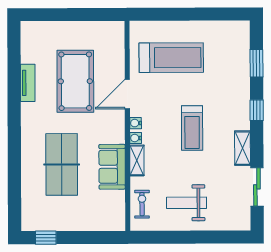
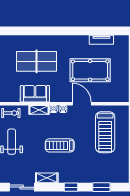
tv unit: (28, 83) -> (101, 40), moved

